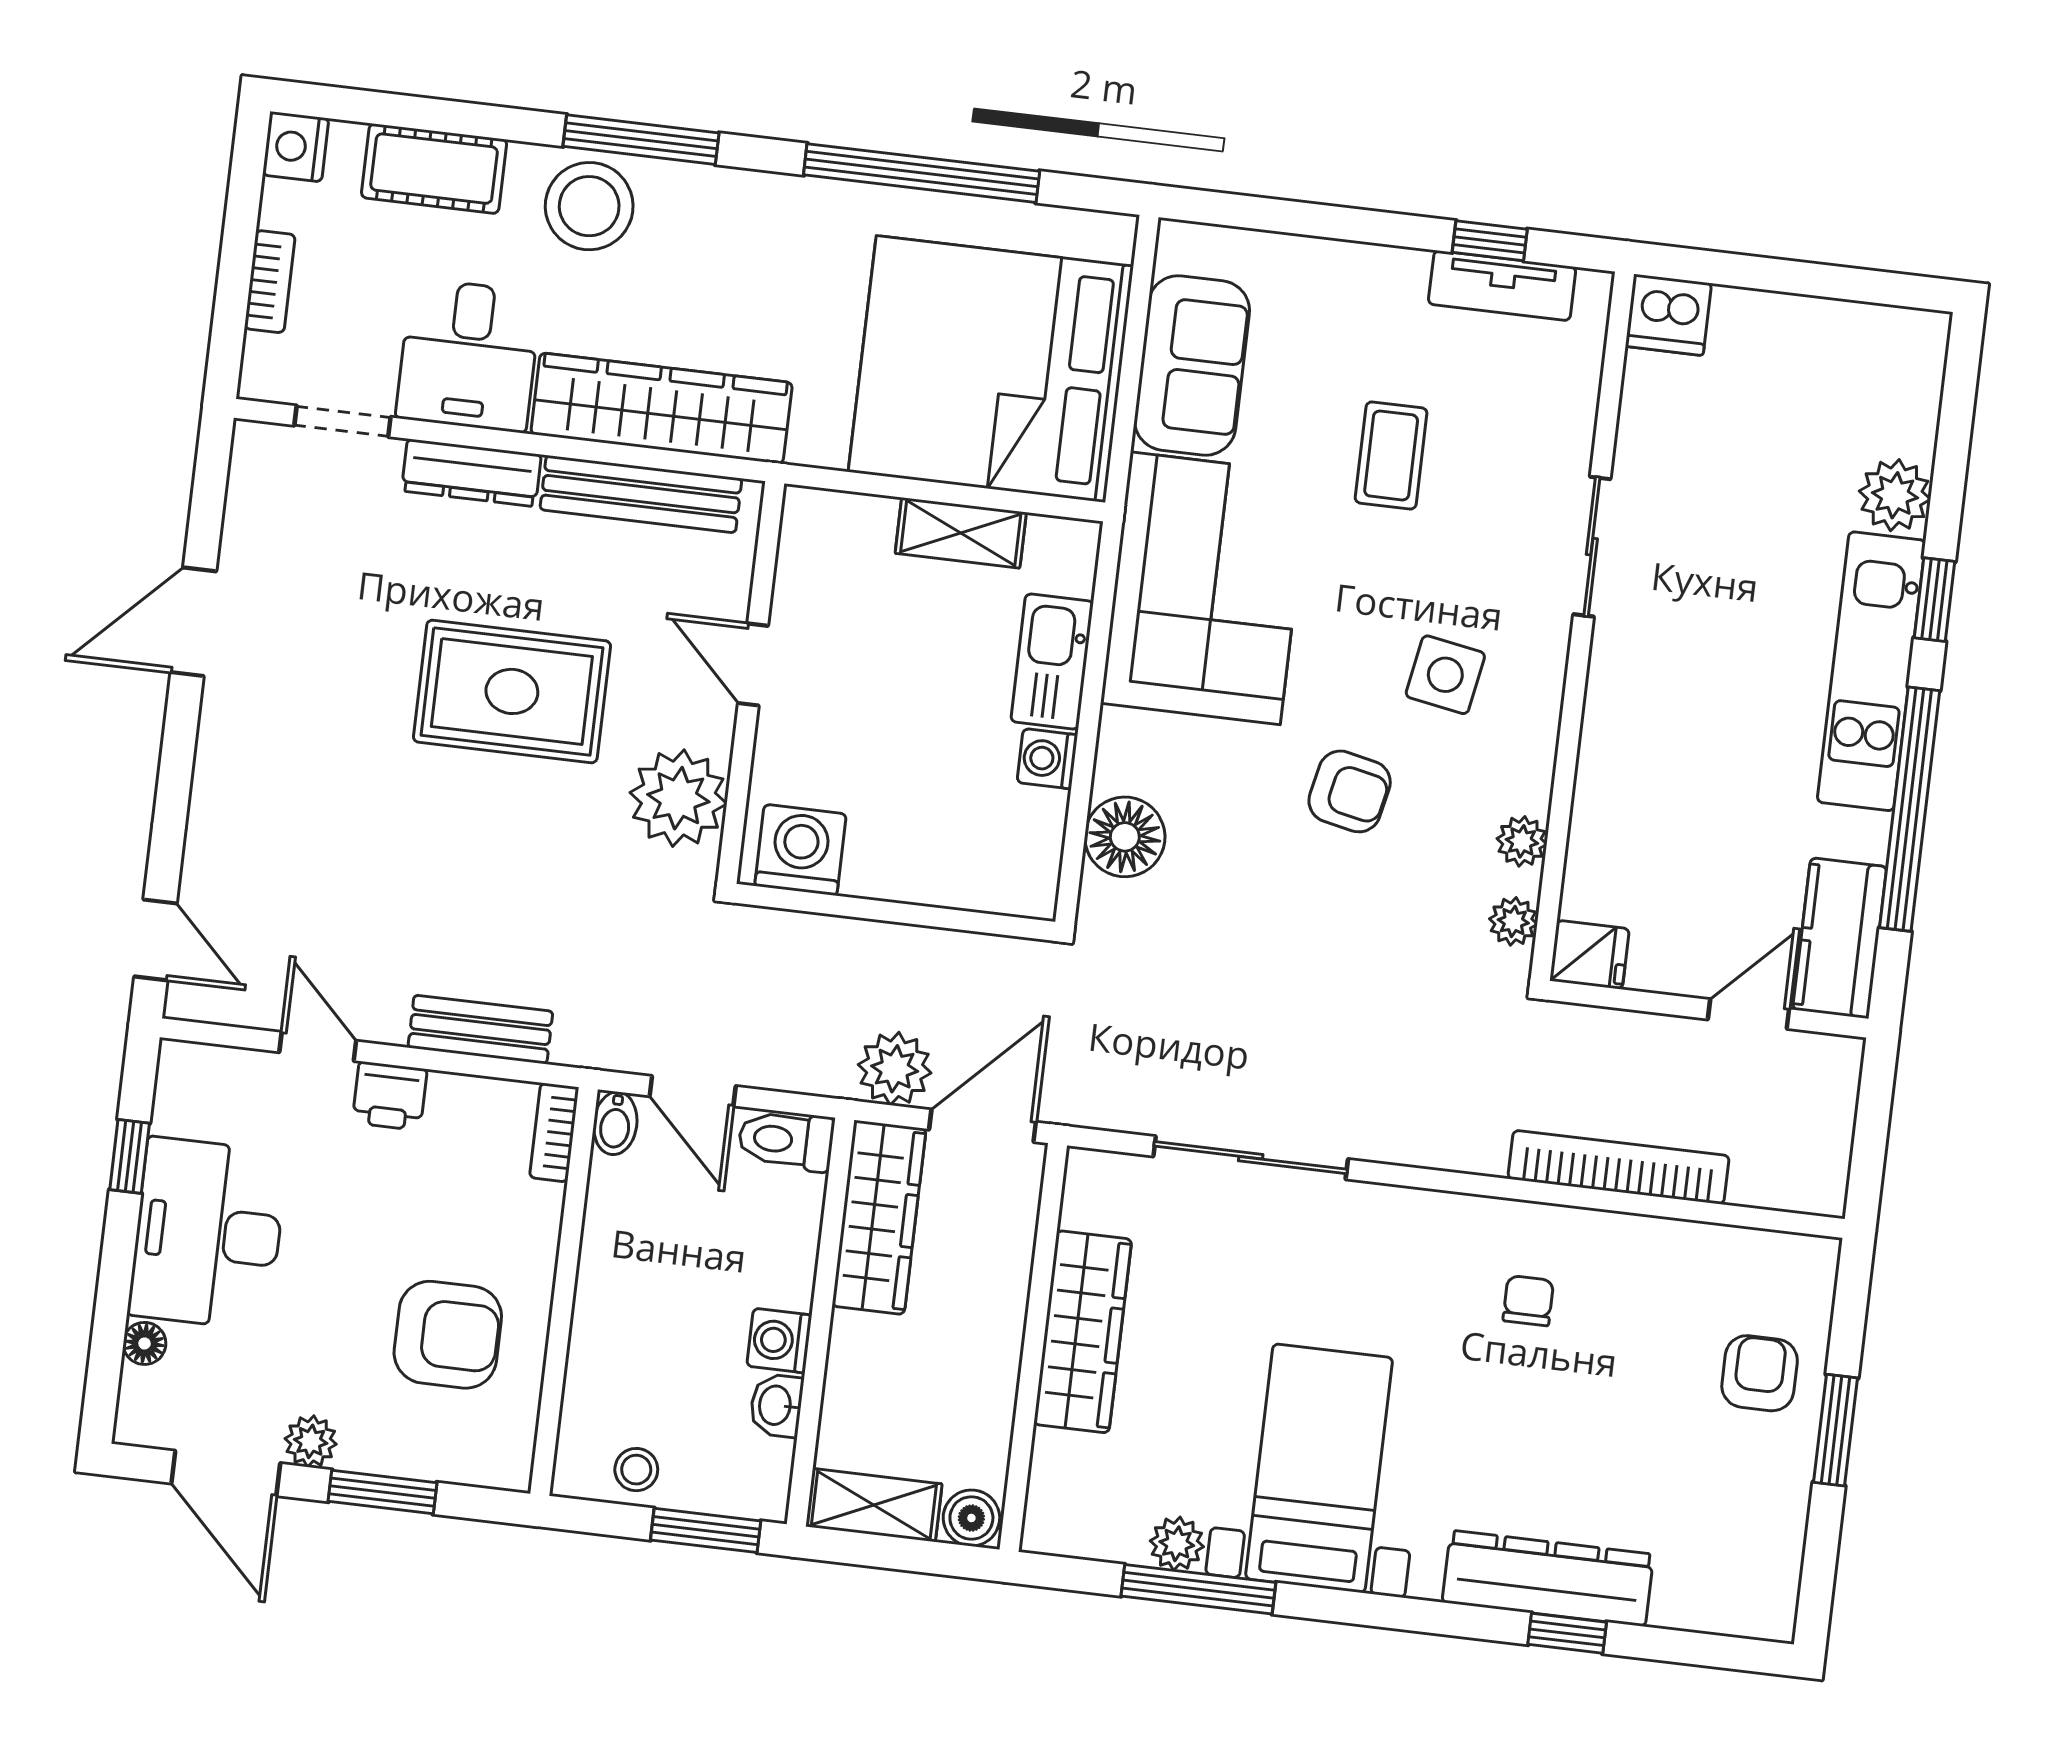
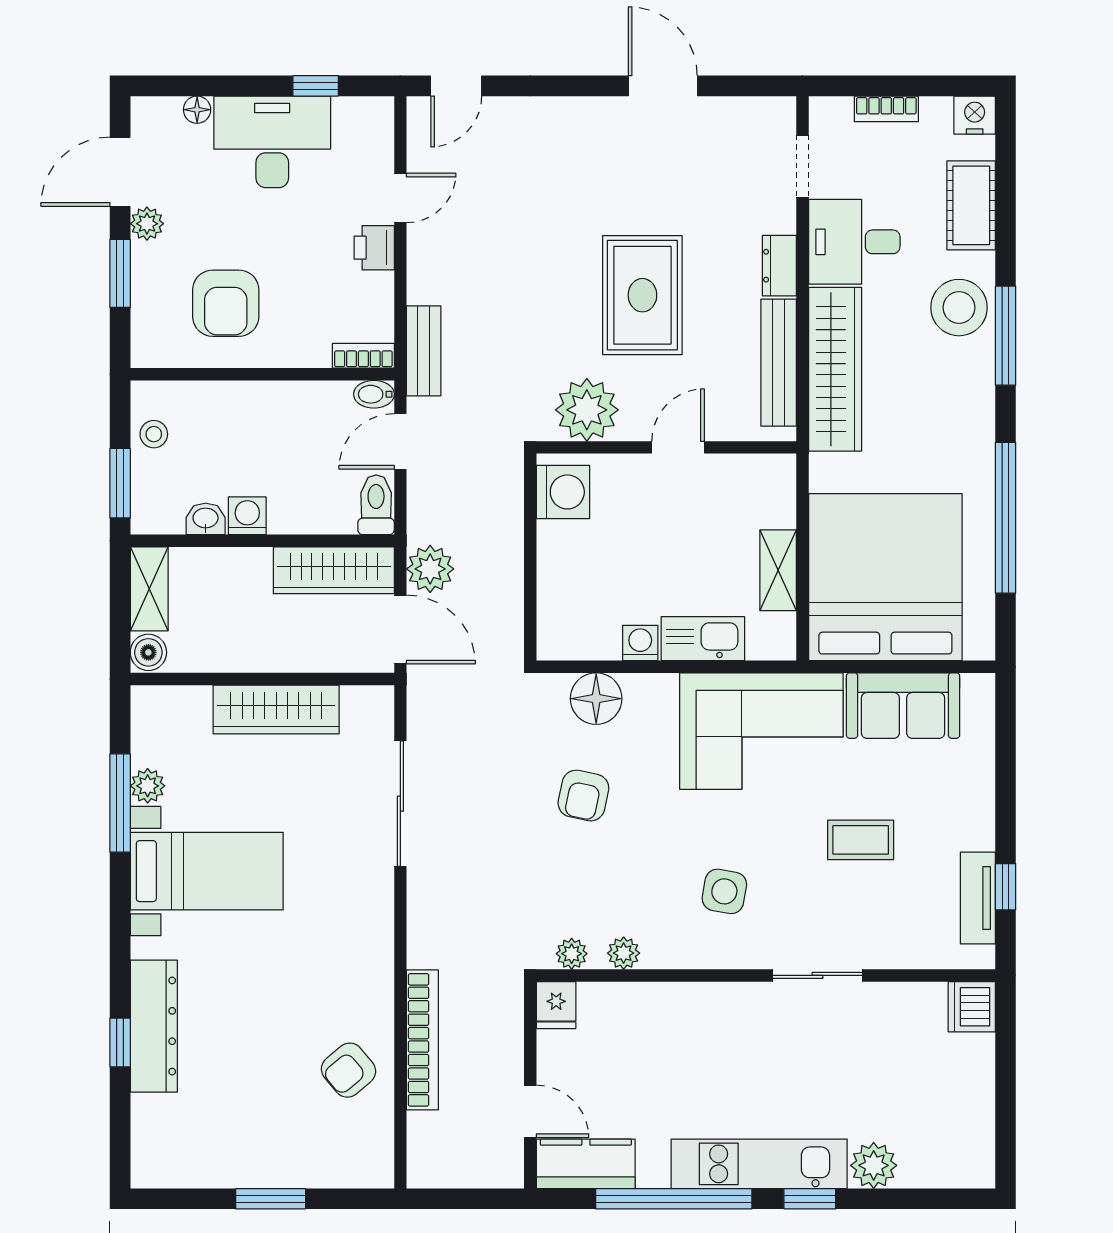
dresser: (471, 473) -> (779, 266), width x0.70
armchair: (1350, 791) -> (583, 796), moved
bench: (480, 1029) -> (424, 351), moved
chair: (1528, 1301) -> (330, 992), removed
armchair: (1760, 1373) -> (349, 1070), moved, turned 140

